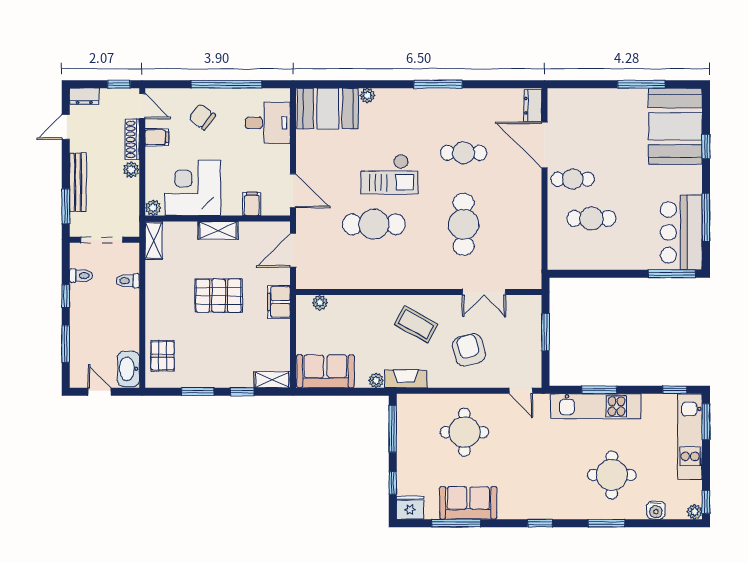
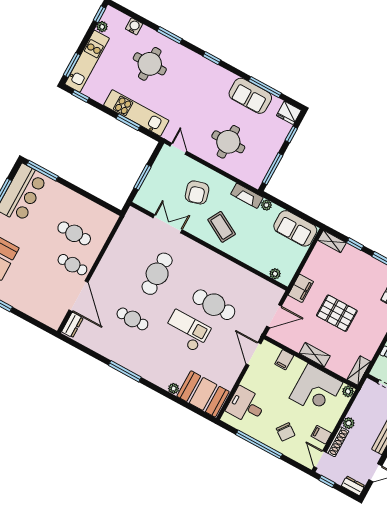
plant: (695, 512) -> (102, 27), moved

